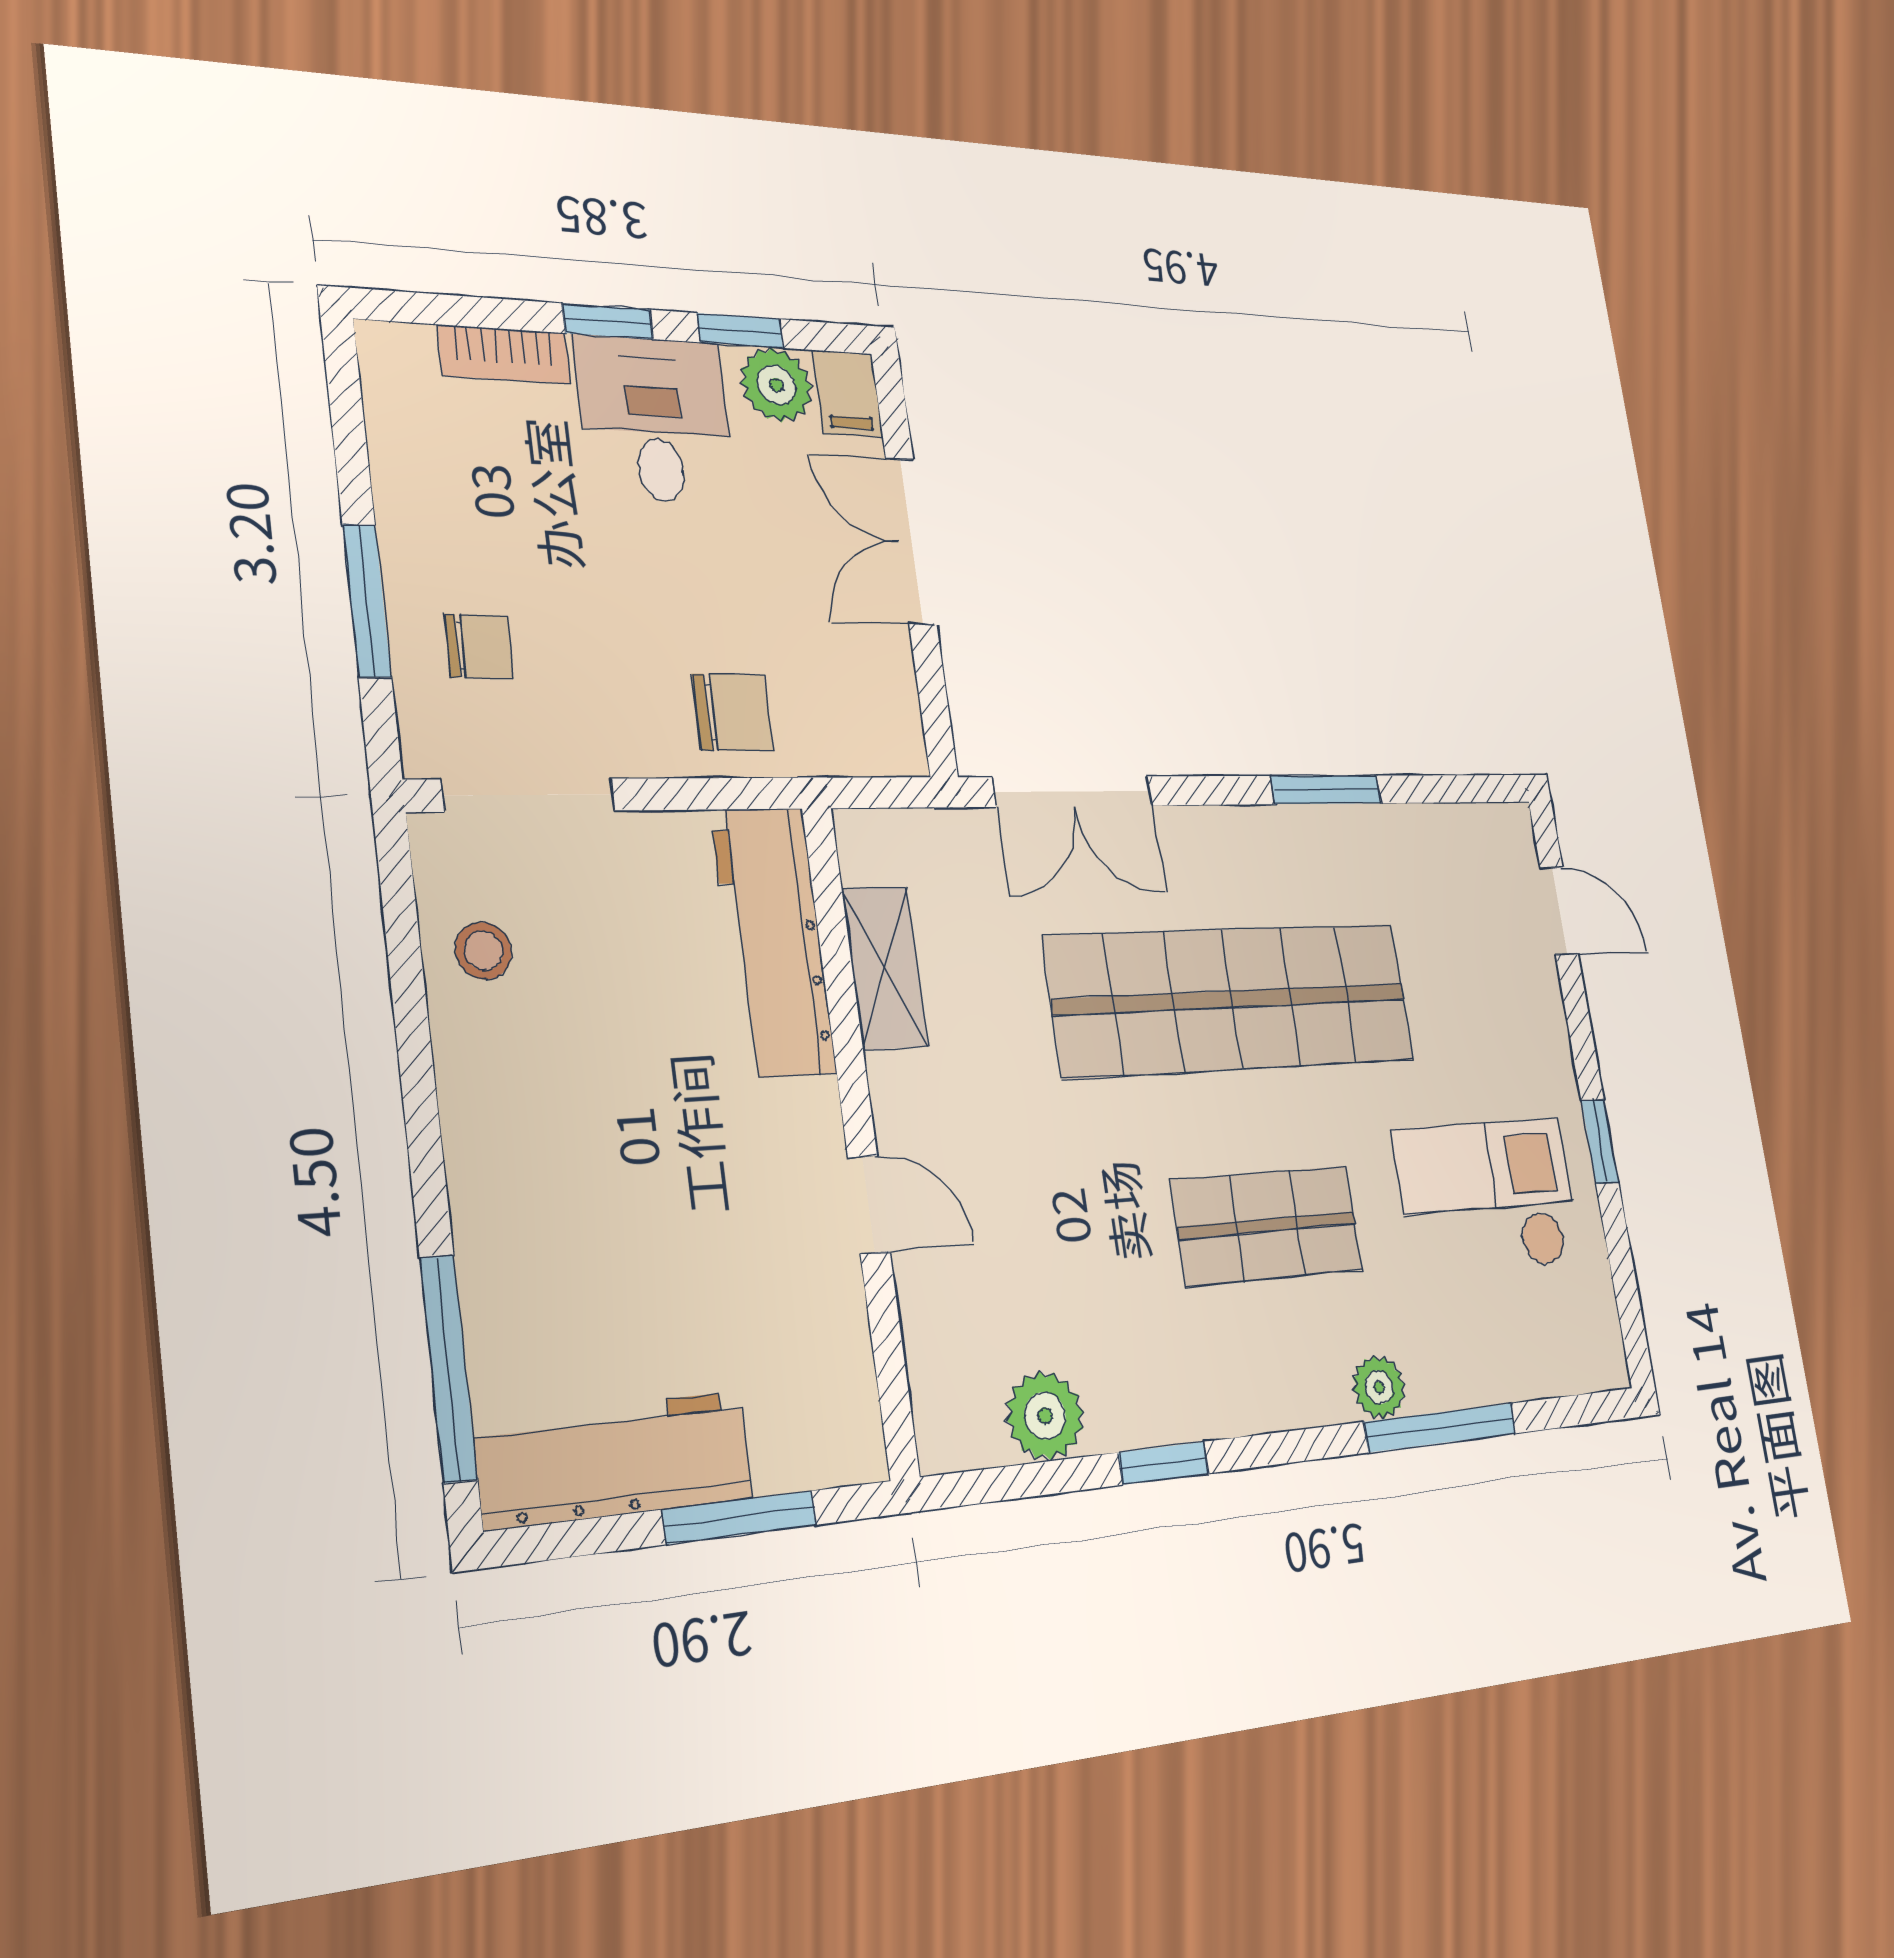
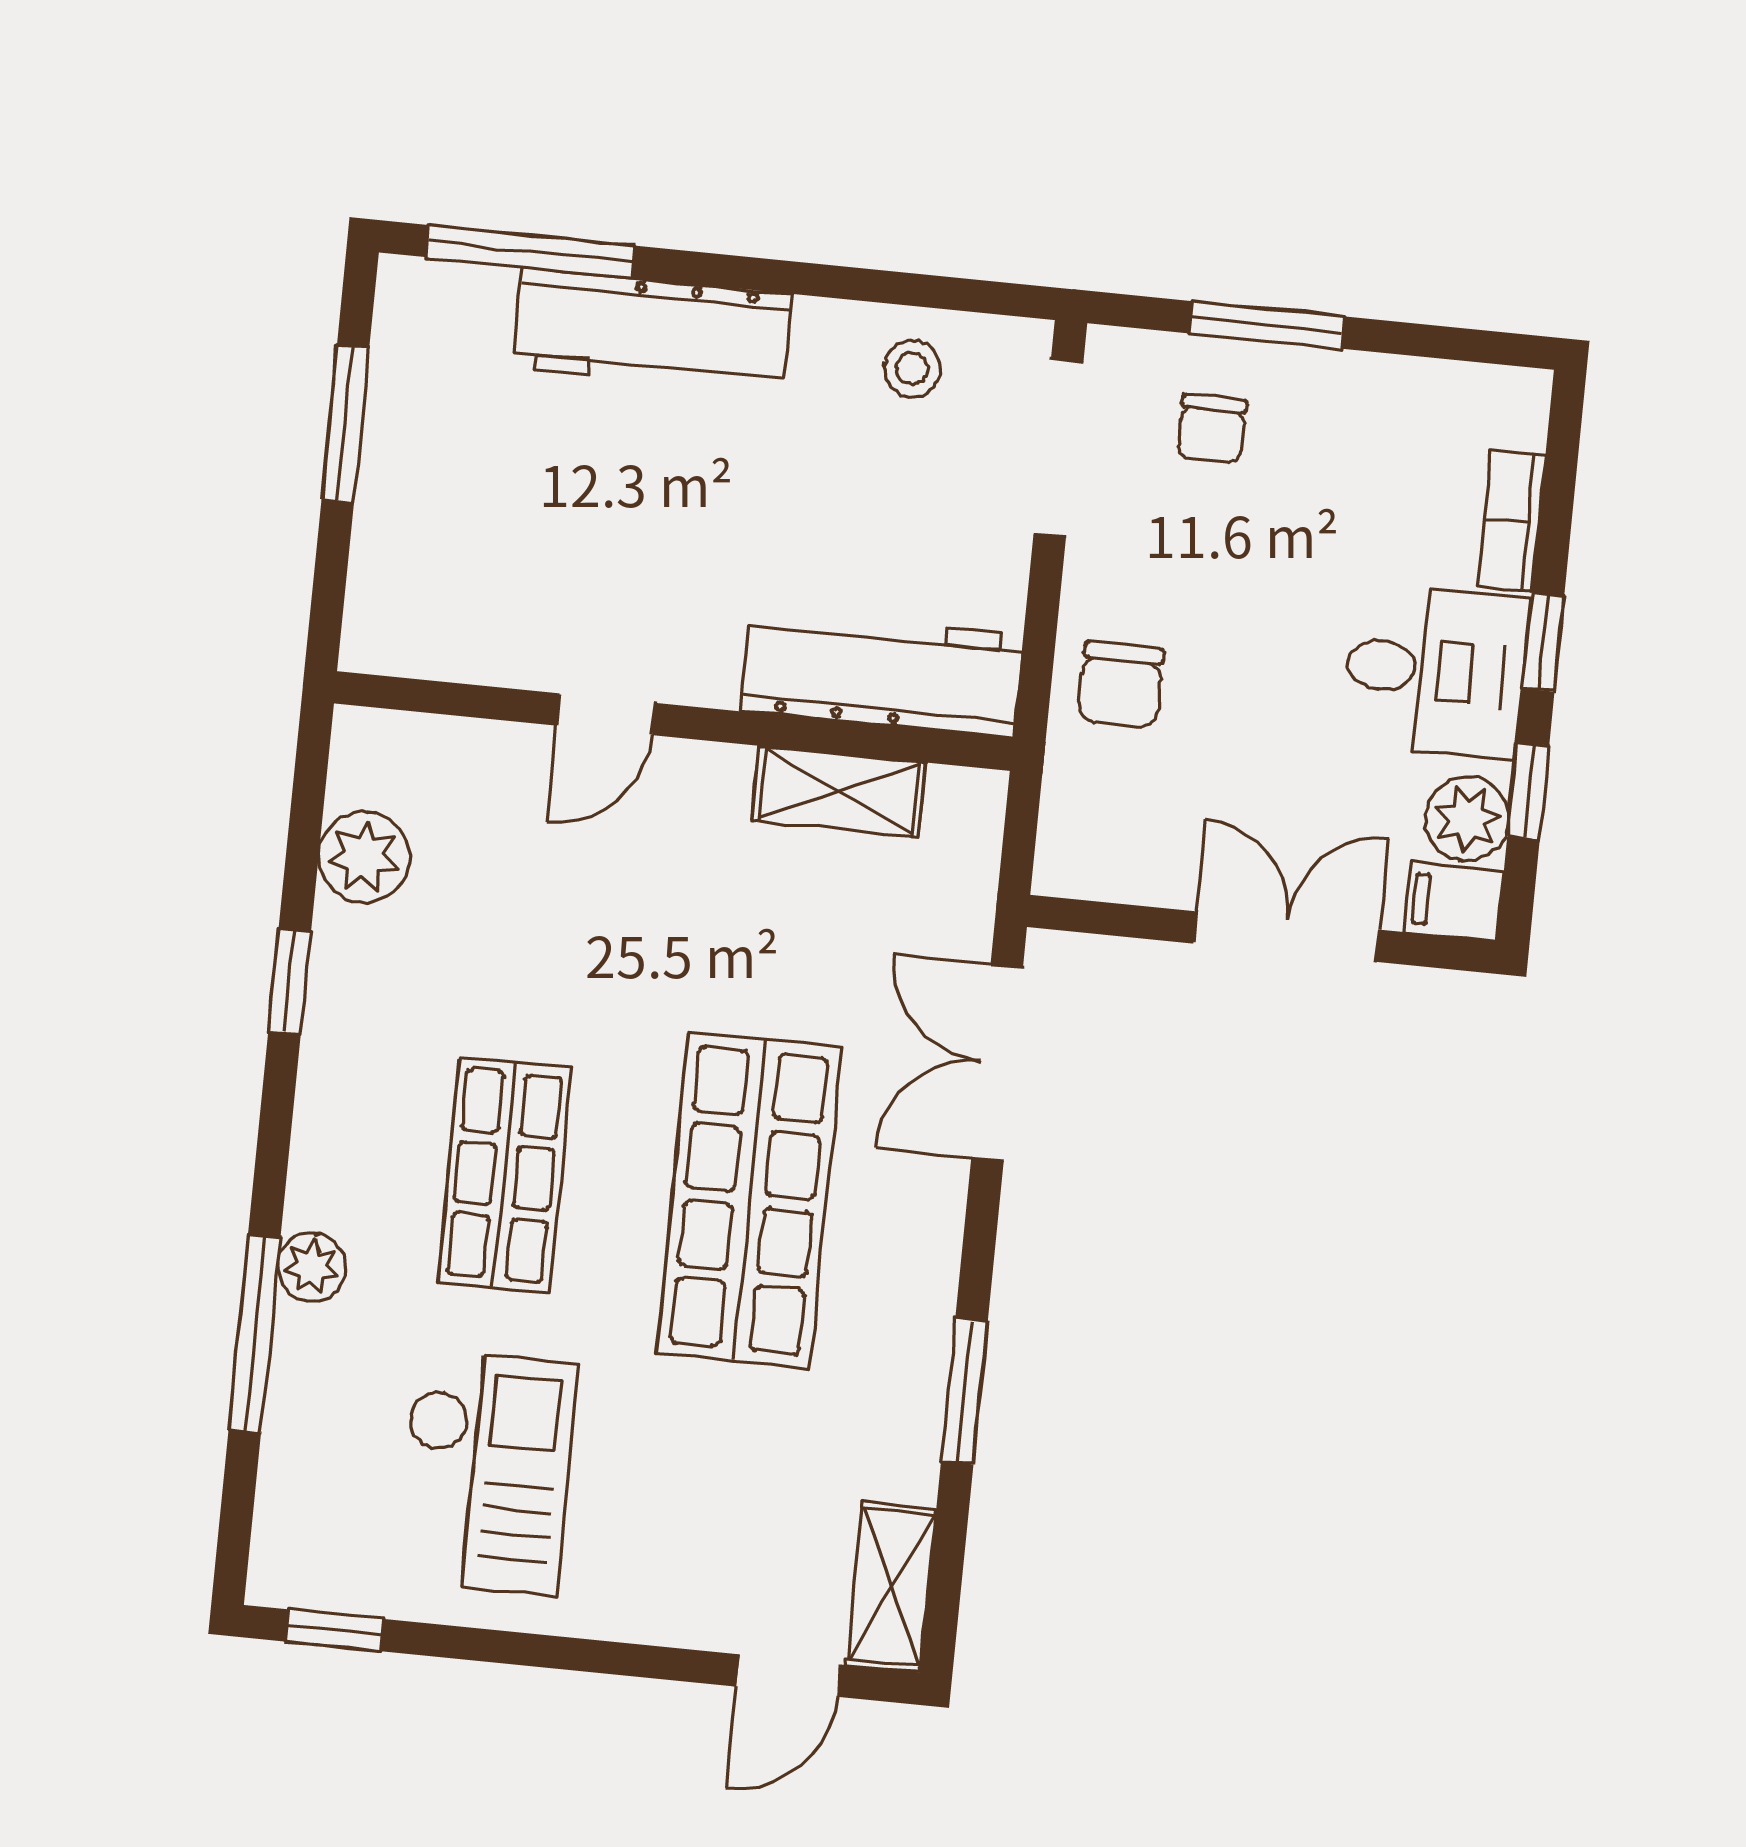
shelving: (1478, 833) -> (891, 1587), added
shop shelf: (1232, 999) -> (749, 1200), width x0.71
window: (1600, 1141) -> (334, 1630), moved
workbench: (614, 1460) -> (652, 331), moved, turned 90
window: (739, 1517) -> (345, 424), moved

